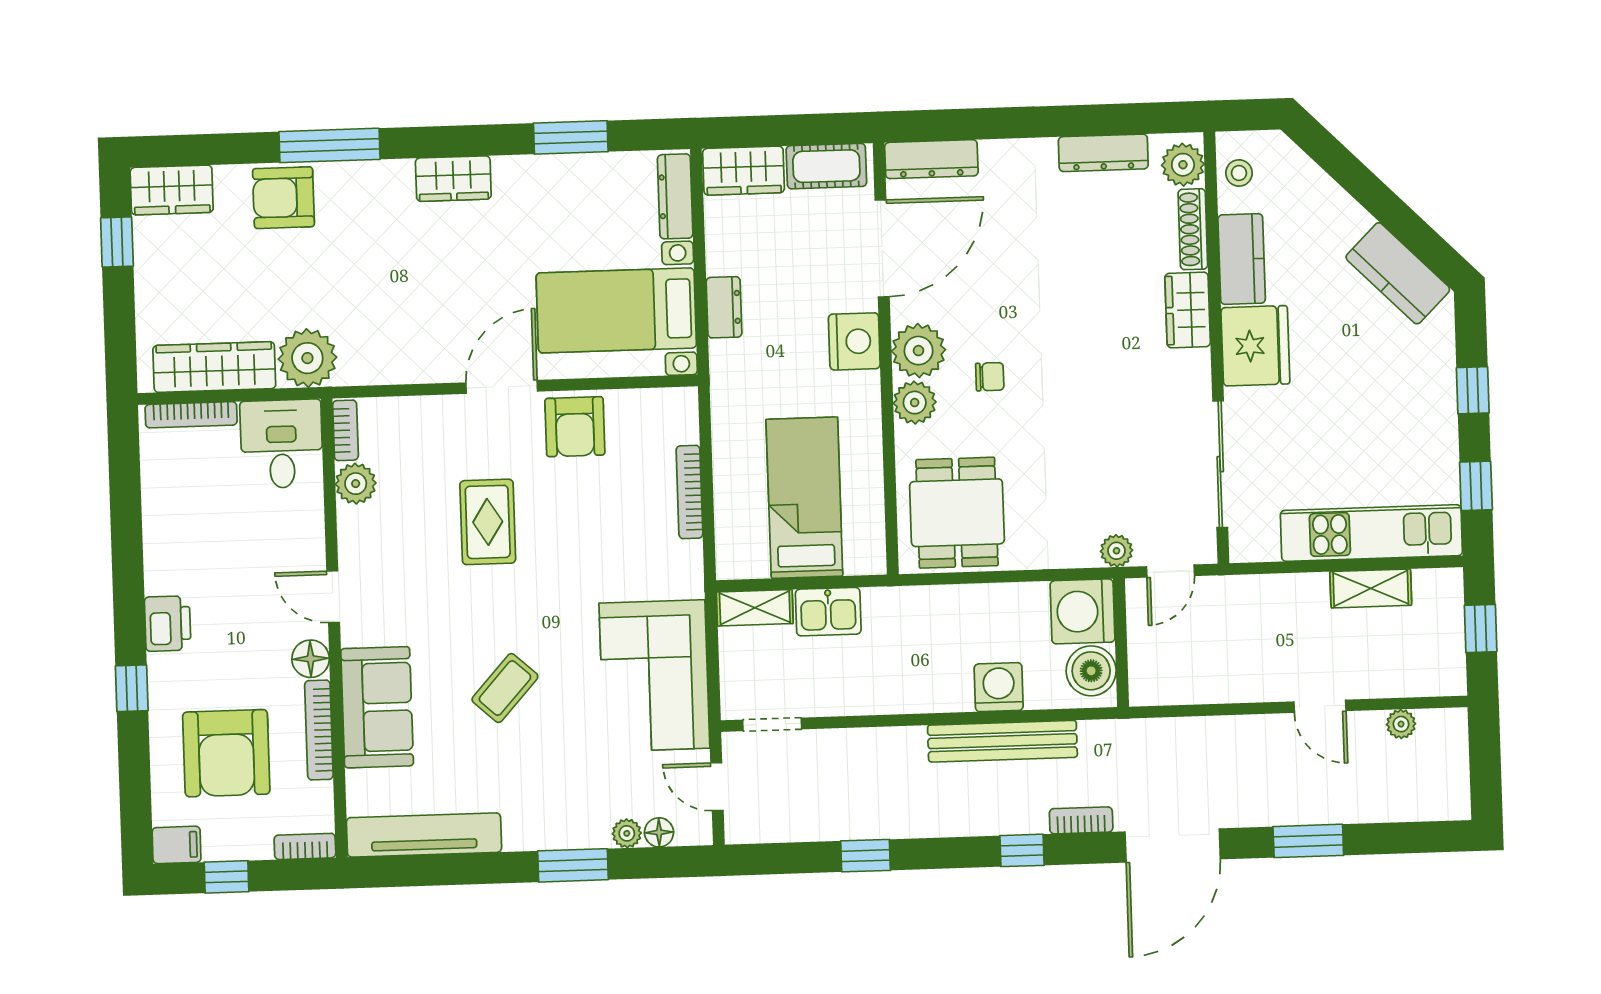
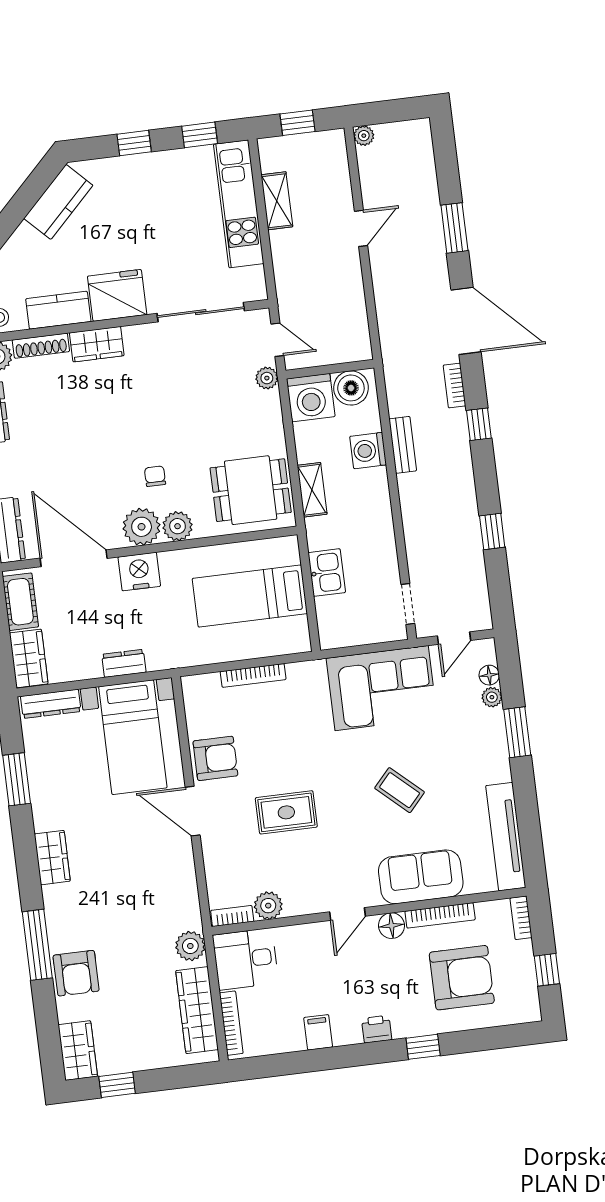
plant: (307, 358) -> (190, 946), width x0.73, depth x0.73
shelving: (755, 608) -> (312, 490), moved
printer: (168, 624) -> (377, 1029), width x0.73, depth x0.81
plant: (1401, 724) -> (364, 136), moved
bench: (1002, 741) -> (403, 445), width x0.54, depth x0.82
filing cabinet: (177, 845) -> (318, 1032), moved

